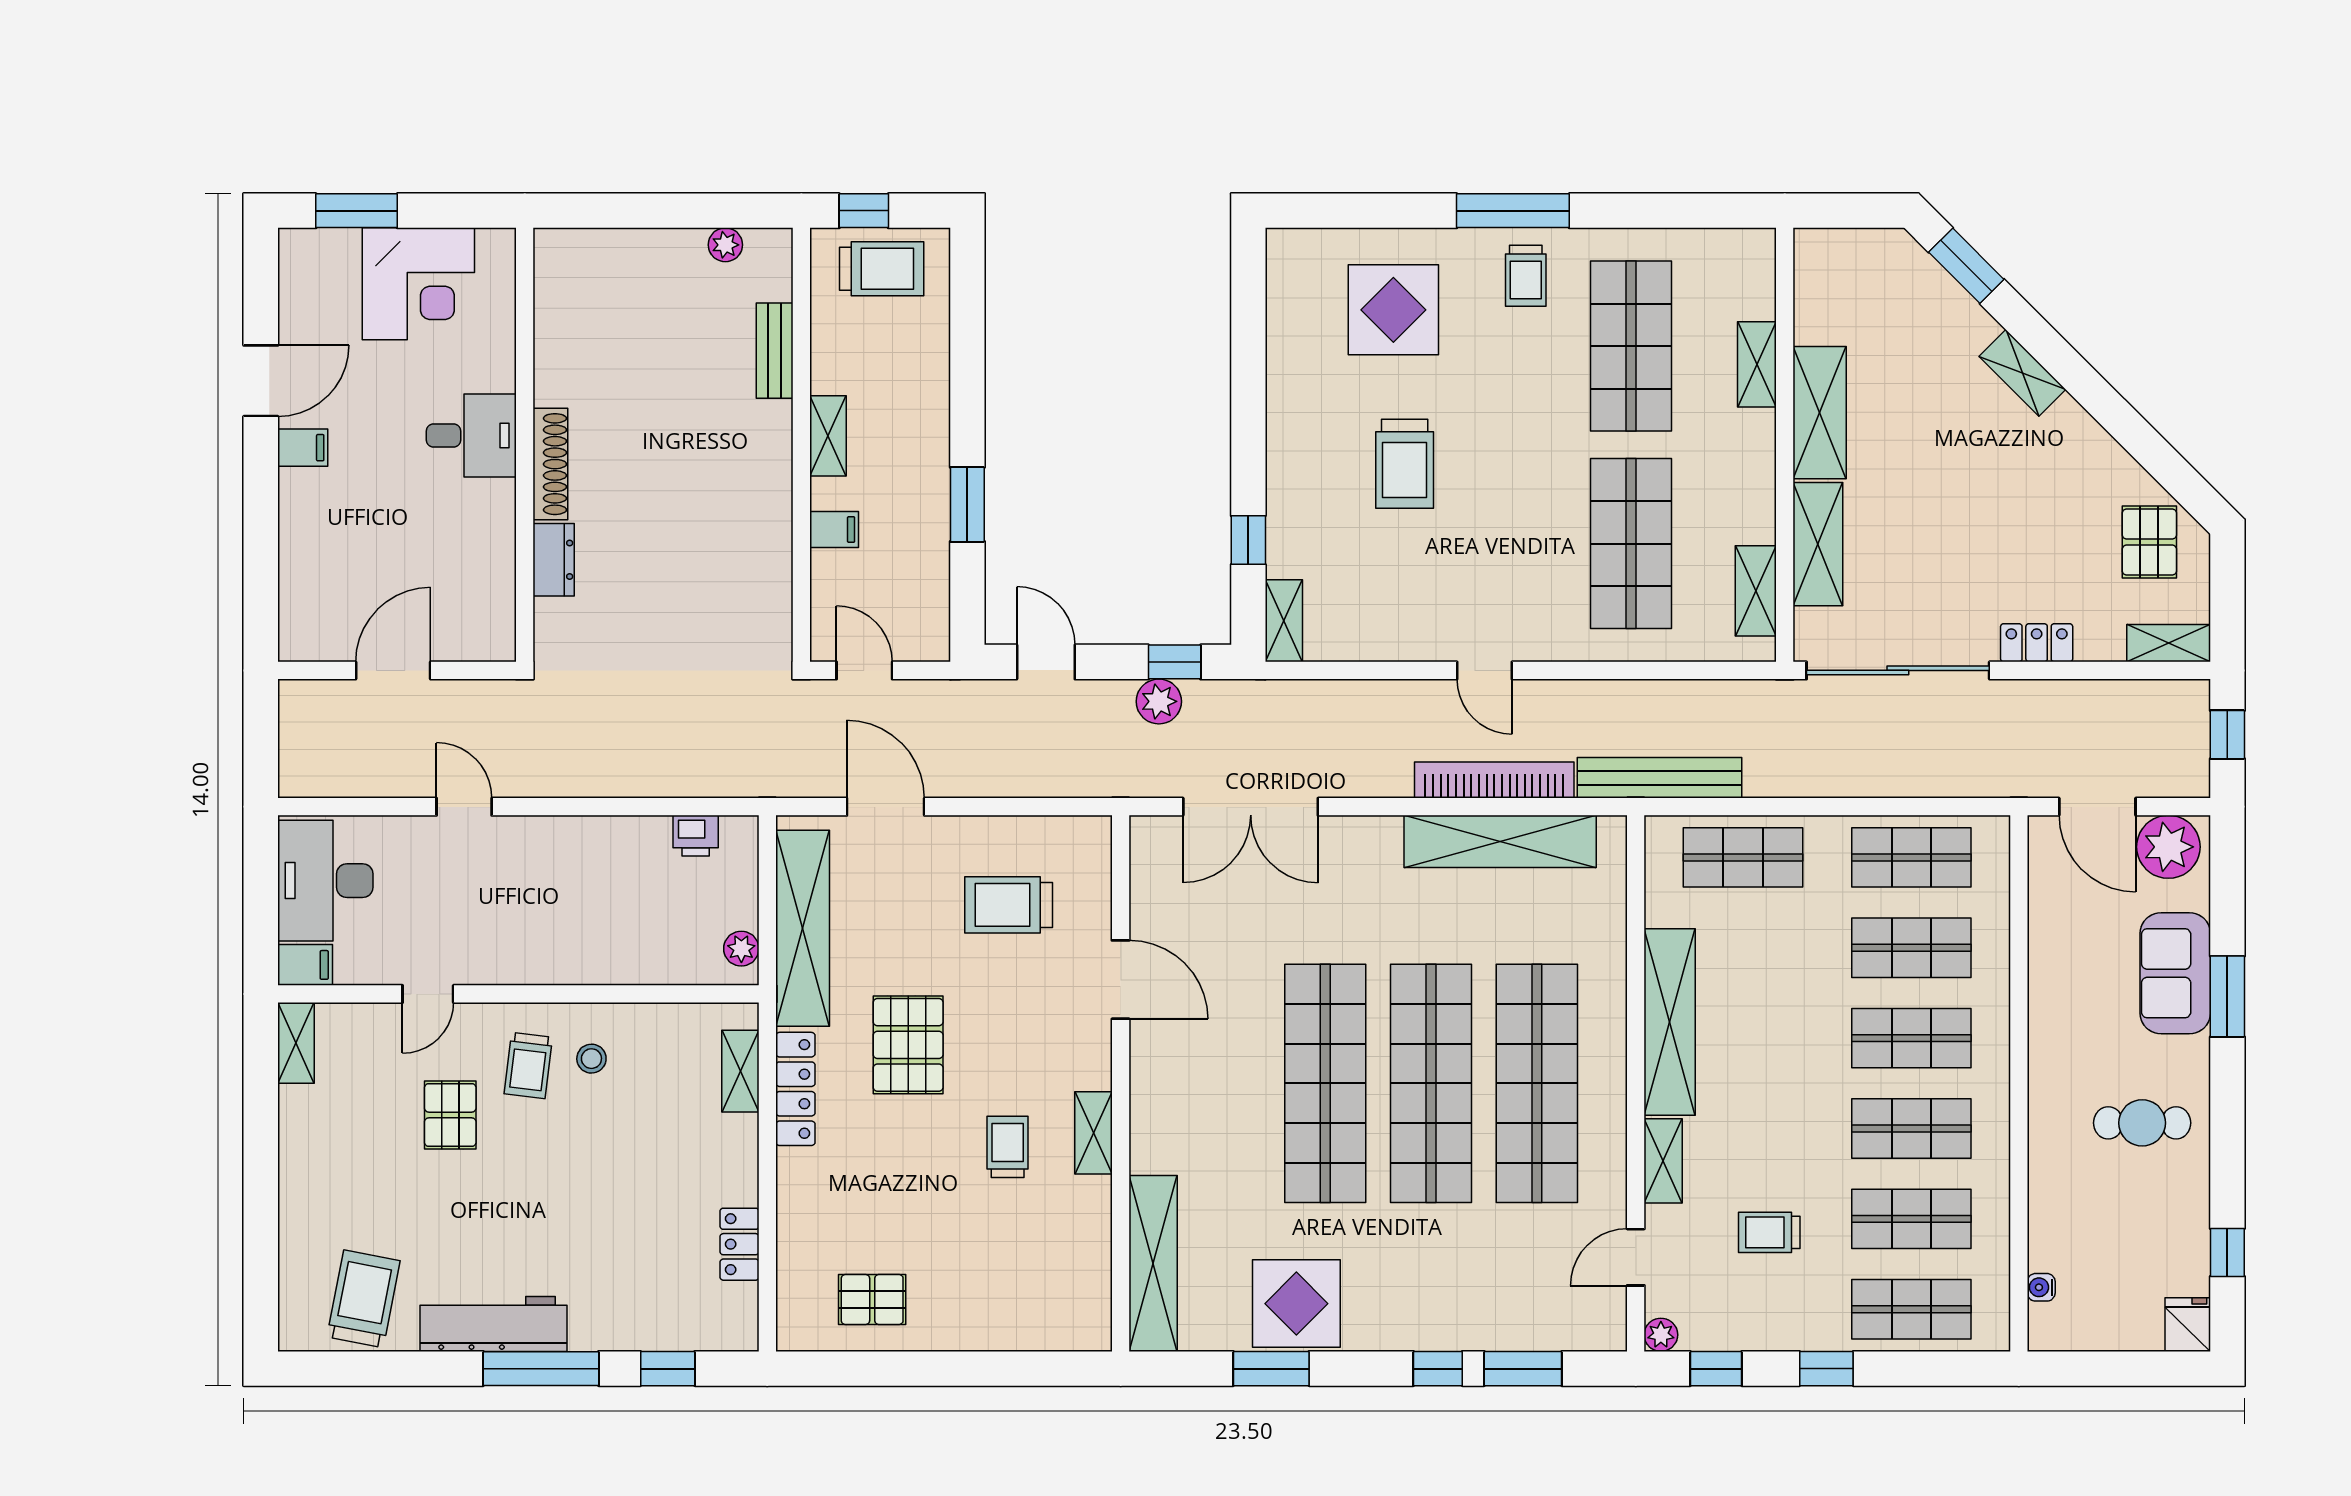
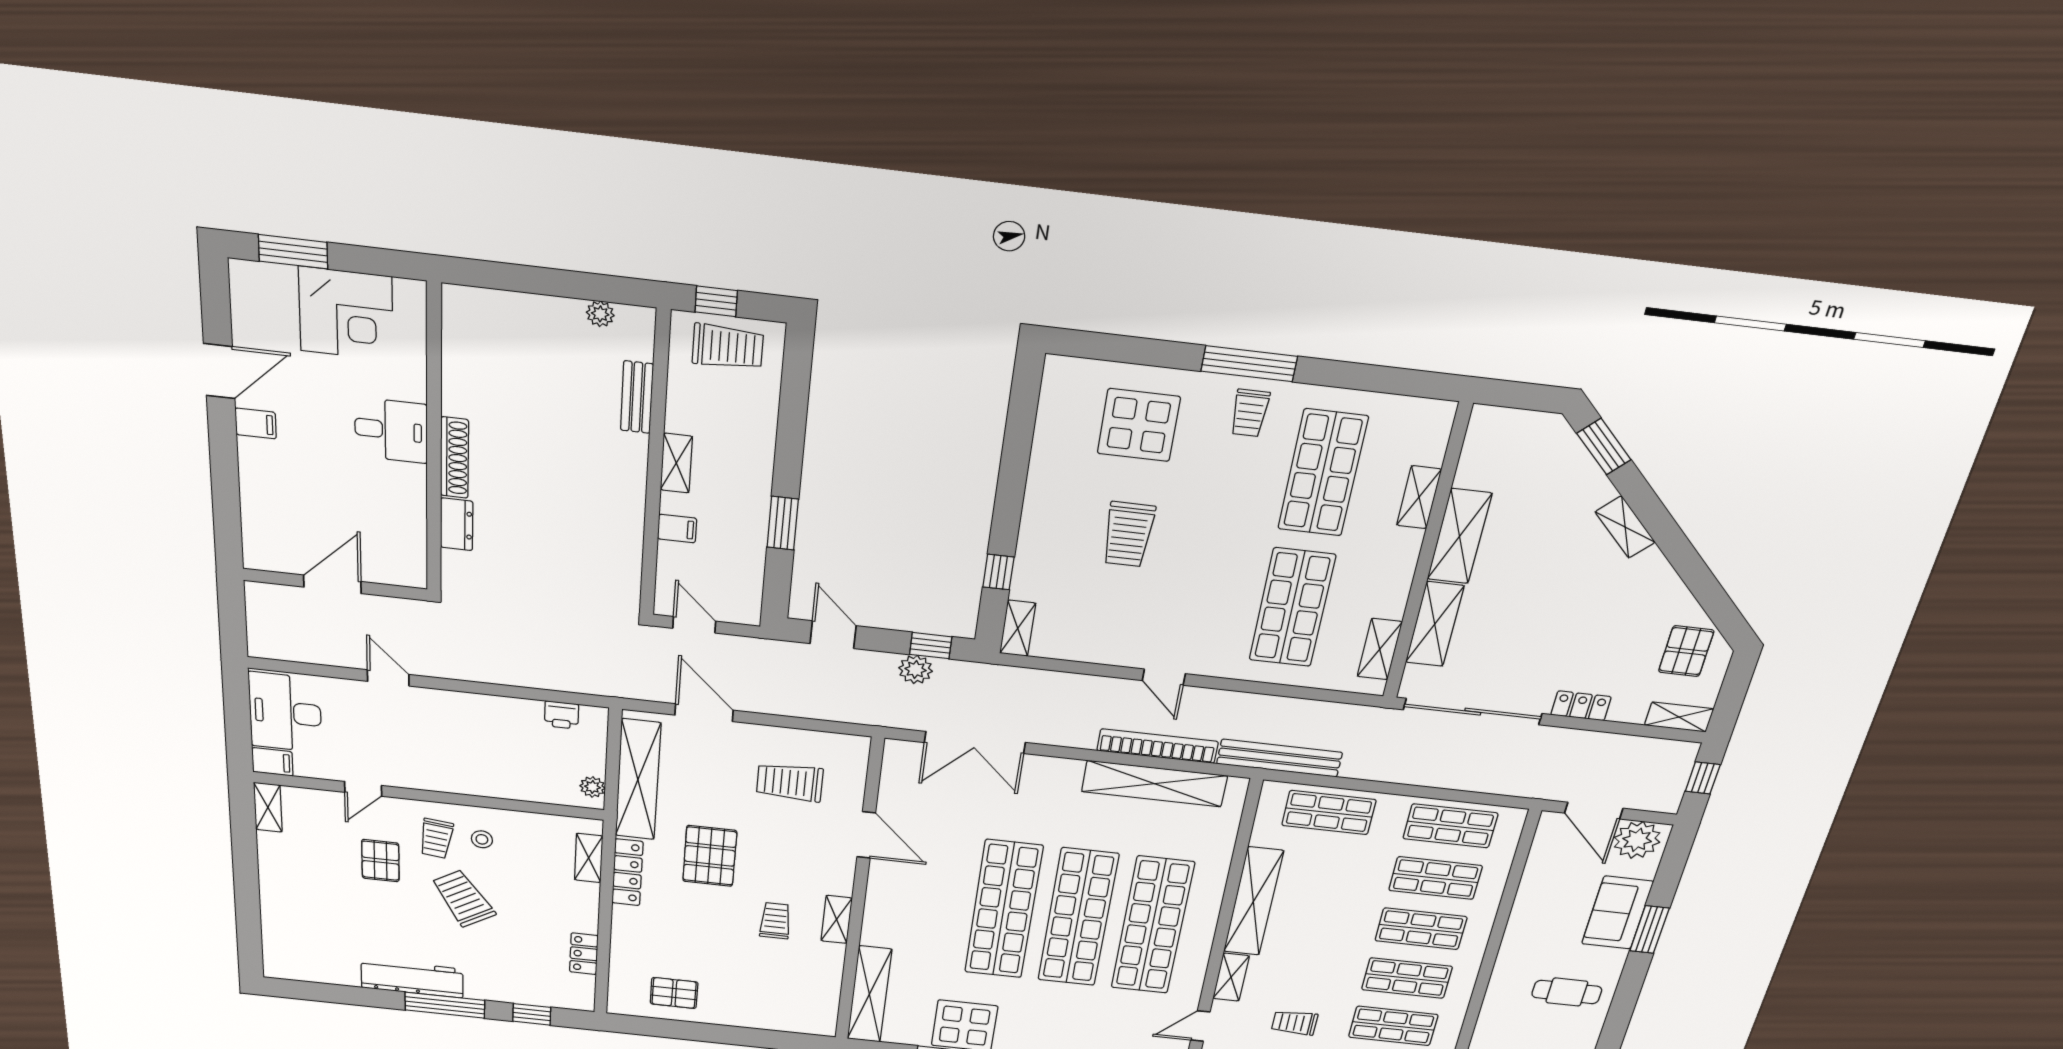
trolley: (364, 1299) -> (463, 898), moved, turned -43

